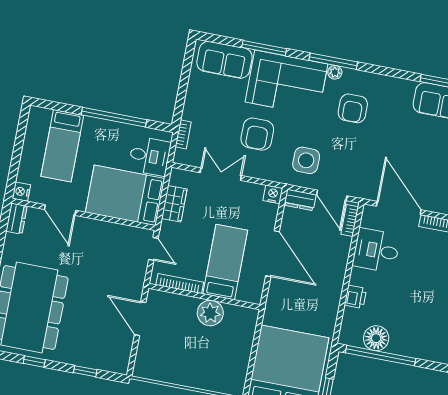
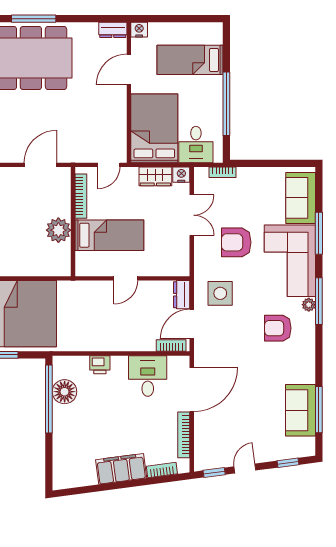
nightstand: (273, 194) -> (181, 175), moved, turned -90
door: (272, 254) -> (126, 278), width x0.53

